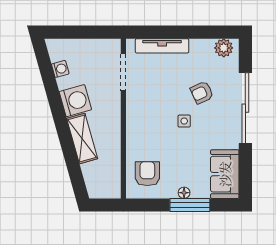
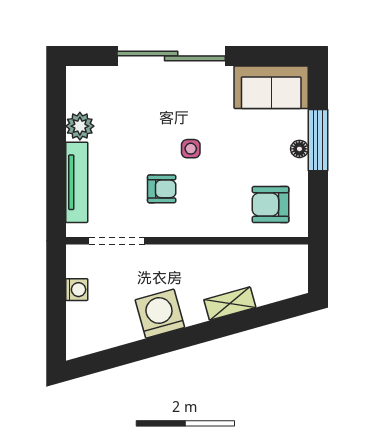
plant: (224, 48) -> (80, 126), moved
washing machine: (60, 69) -> (77, 290), moved, turned 106
armchair: (202, 92) -> (162, 189), moved, turned -65
shelving: (82, 139) -> (230, 304), width x0.67, depth x0.75

